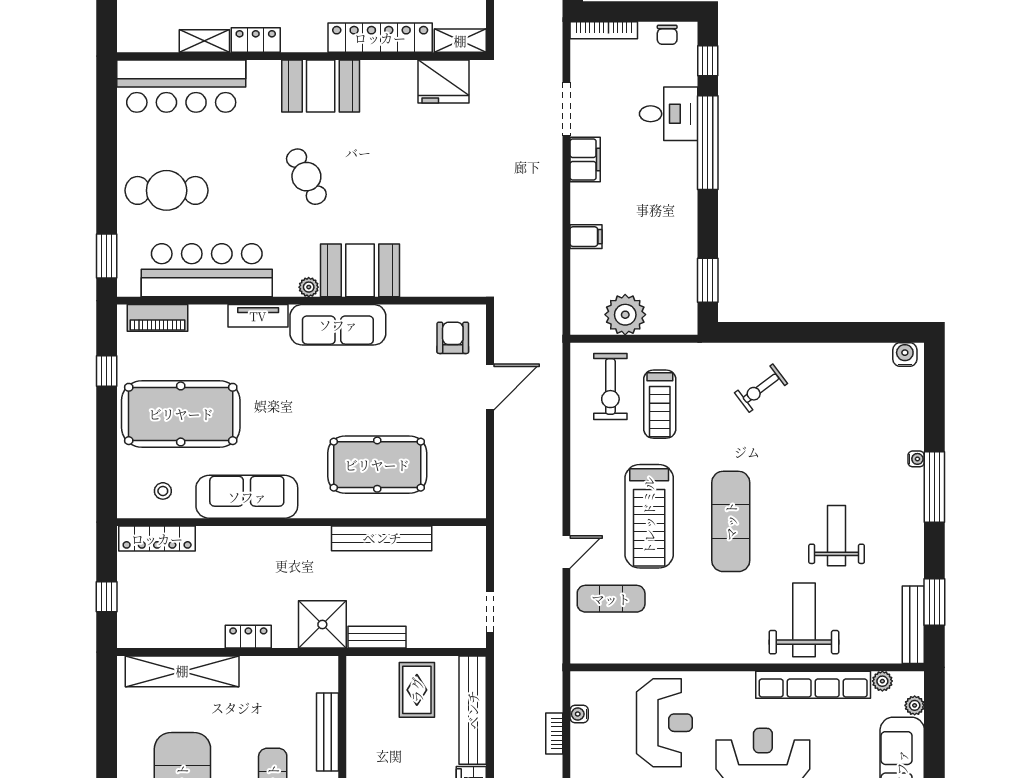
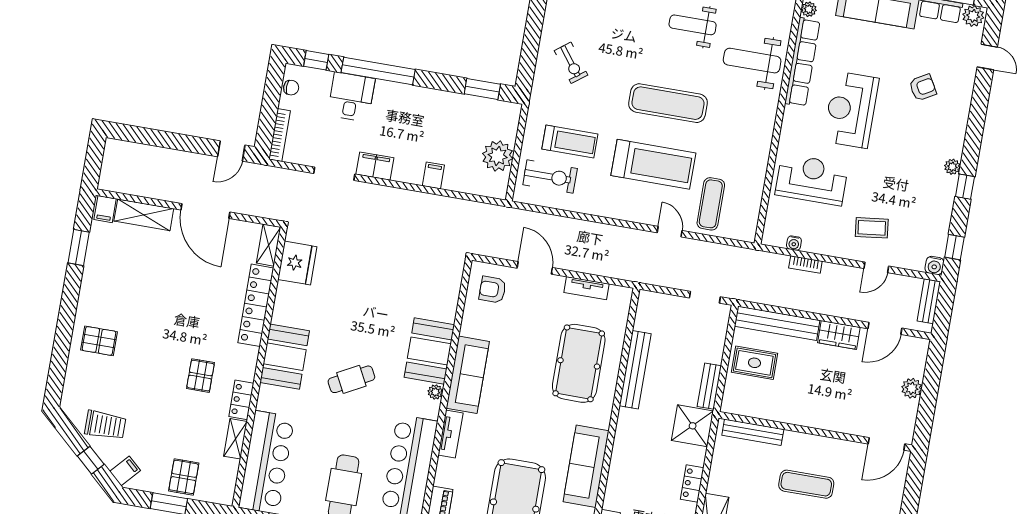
tv unit: (475, 458) -> (587, 288), added
bench: (327, 732) -> (753, 432), moved

